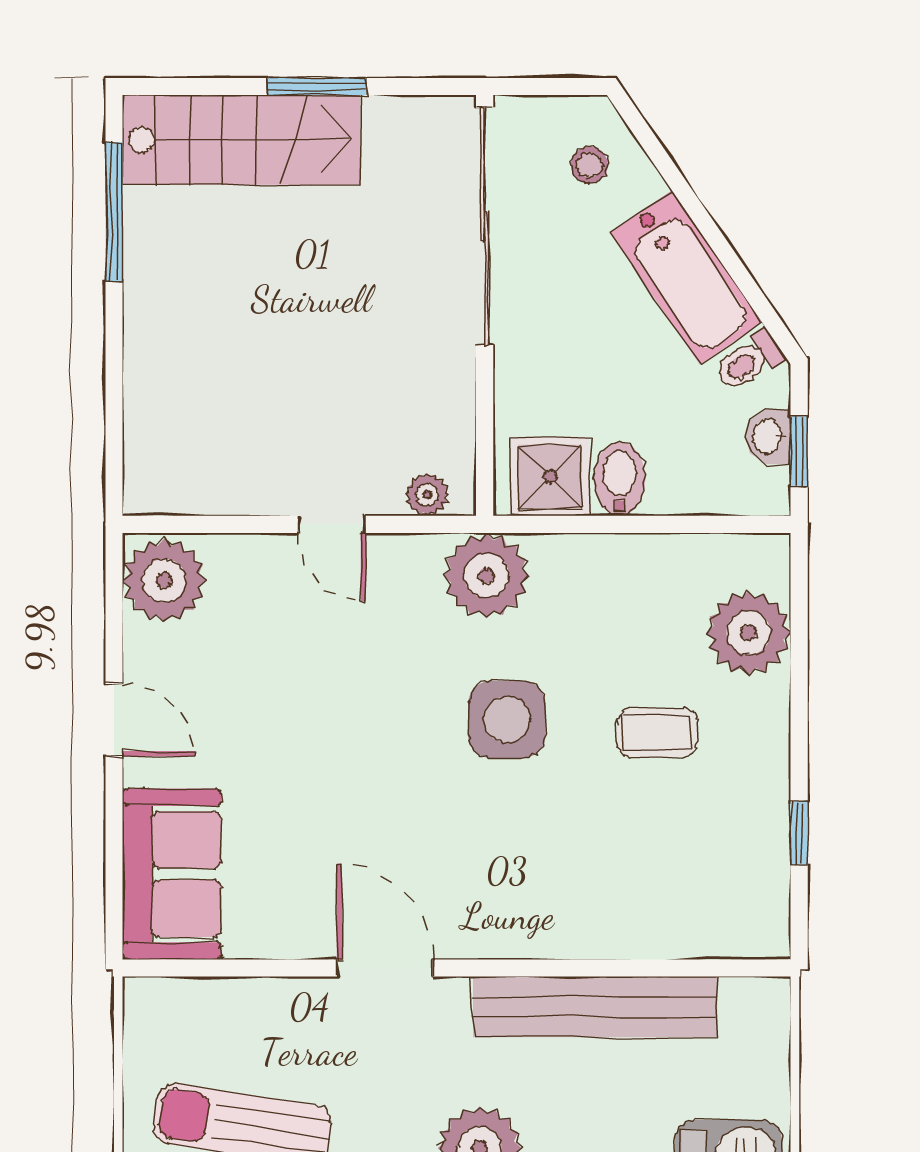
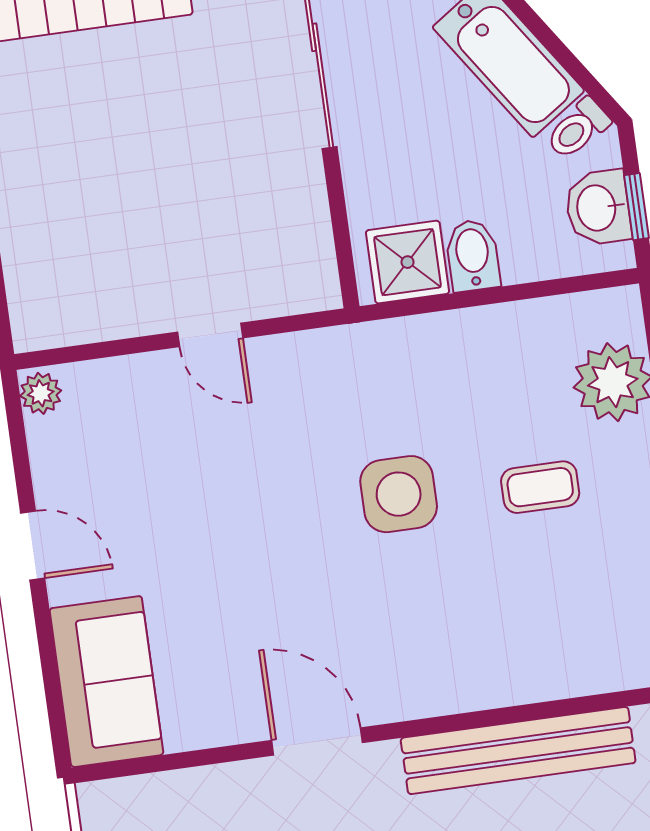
washbasin: (768, 437) -> (598, 208), width x1.38, depth x1.45
plant: (427, 495) -> (295, 295), removed
plant: (486, 576) -> (361, 363), removed
plant: (164, 580) -> (41, 393), width x0.53, depth x0.53

